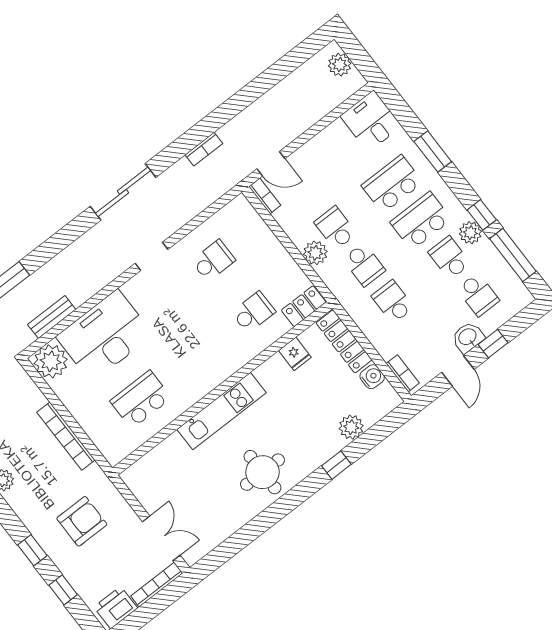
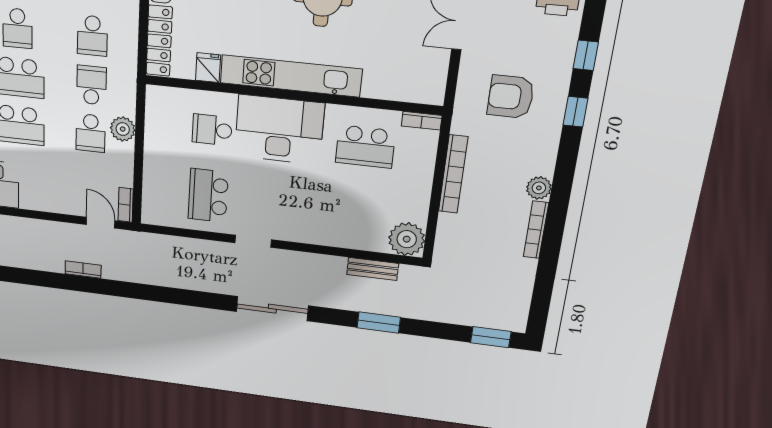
bookcase: (204, 149) -> (83, 269), moved
sliding door: (123, 192) -> (272, 309), moved
school desk: (213, 261) -> (208, 196), width x1.85
locker: (304, 306) -> (168, 98), removed
desk: (105, 336) -> (279, 130), moved, turned 180
kitchen unit: (222, 411) -> (291, 76), width x1.36
bookcase: (122, 452) -> (422, 121), added

